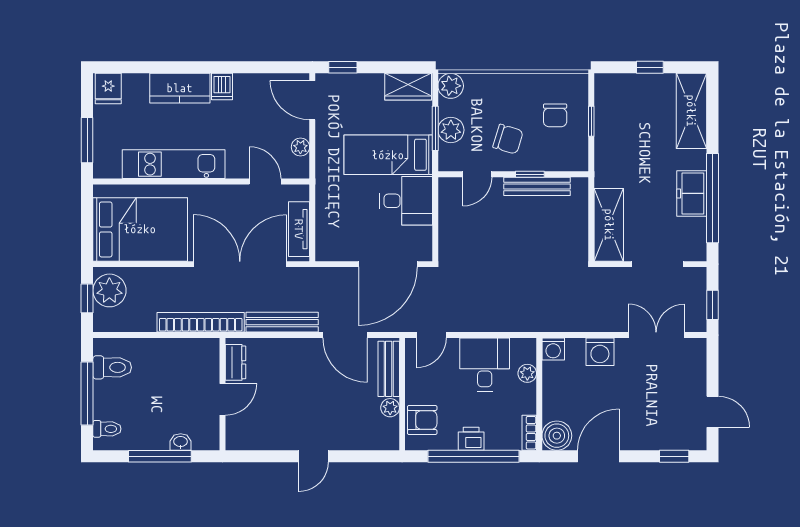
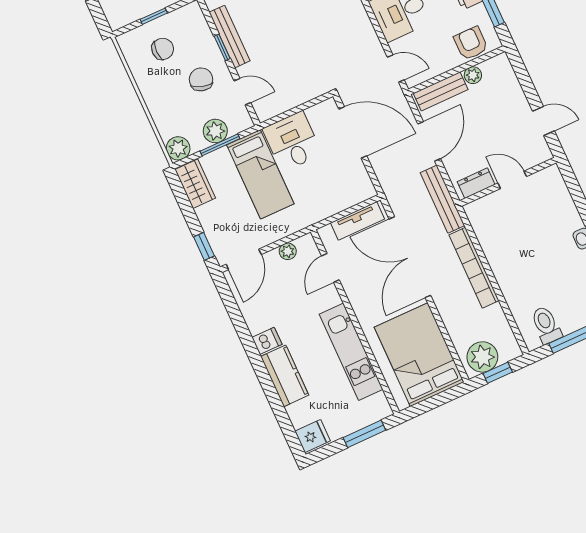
dresser: (235, 362) -> (476, 183), moved
wall: (222, 394) -> (508, 182), moved
door: (222, 399) -> (512, 180), moved

